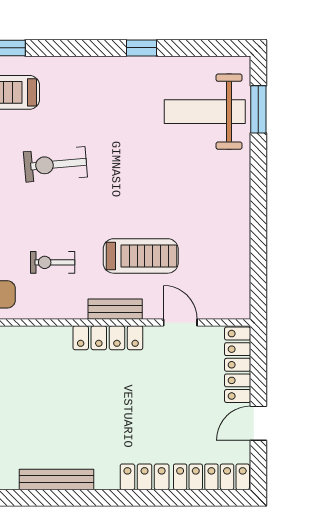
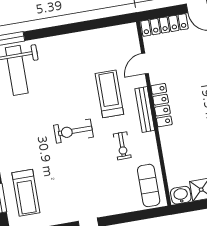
exercise bike: (55, 164) -> (73, 131), moved, turned 95
bench: (115, 309) -> (145, 109), width x1.36

